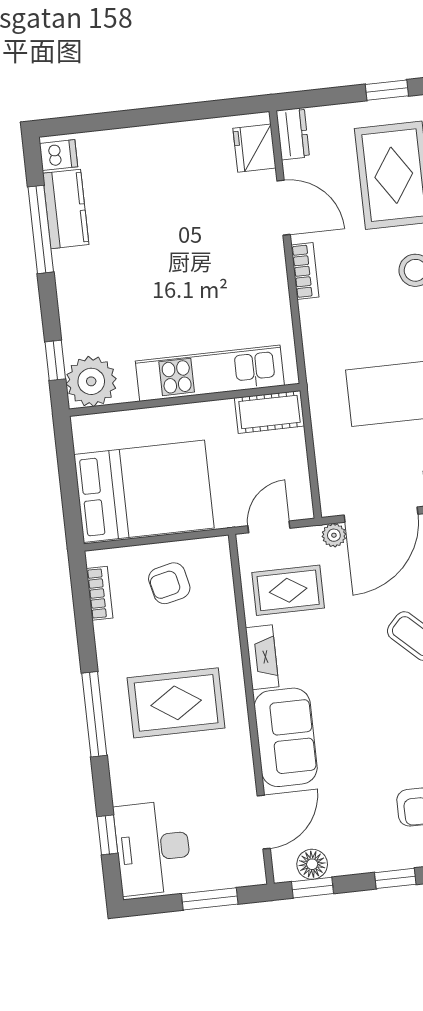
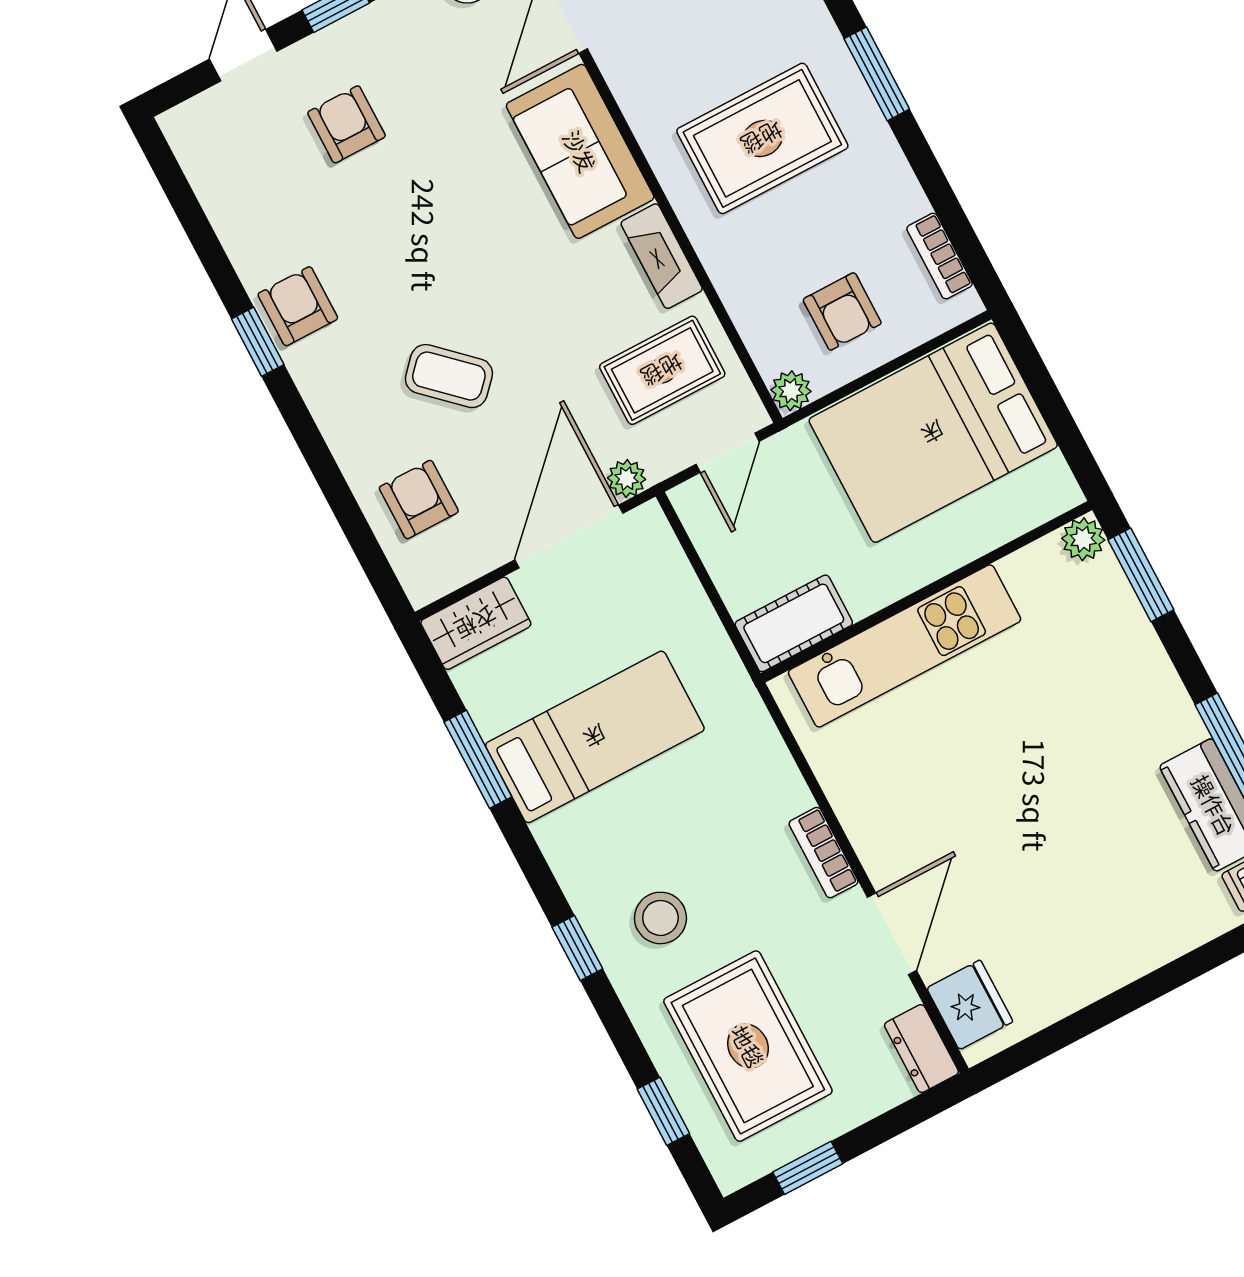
door: (284, 208) -> (892, 934), swing flipped
window: (55, 360) -> (1141, 575), width x1.50
plant: (91, 381) -> (1083, 539), width x0.53, depth x0.53
plant: (217, 549) -> (791, 391), added
armchair: (169, 583) -> (842, 311), turned 103
window: (94, 714) -> (877, 74), width x0.69

